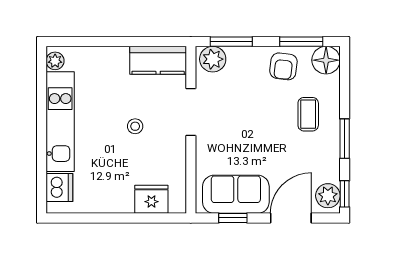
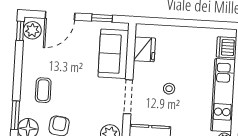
window: (345, 139) -> (15, 115), moved
sofa: (236, 194) -> (113, 54), moved, turned 90
fridge: (151, 199) -> (144, 49), moved, turned -90

